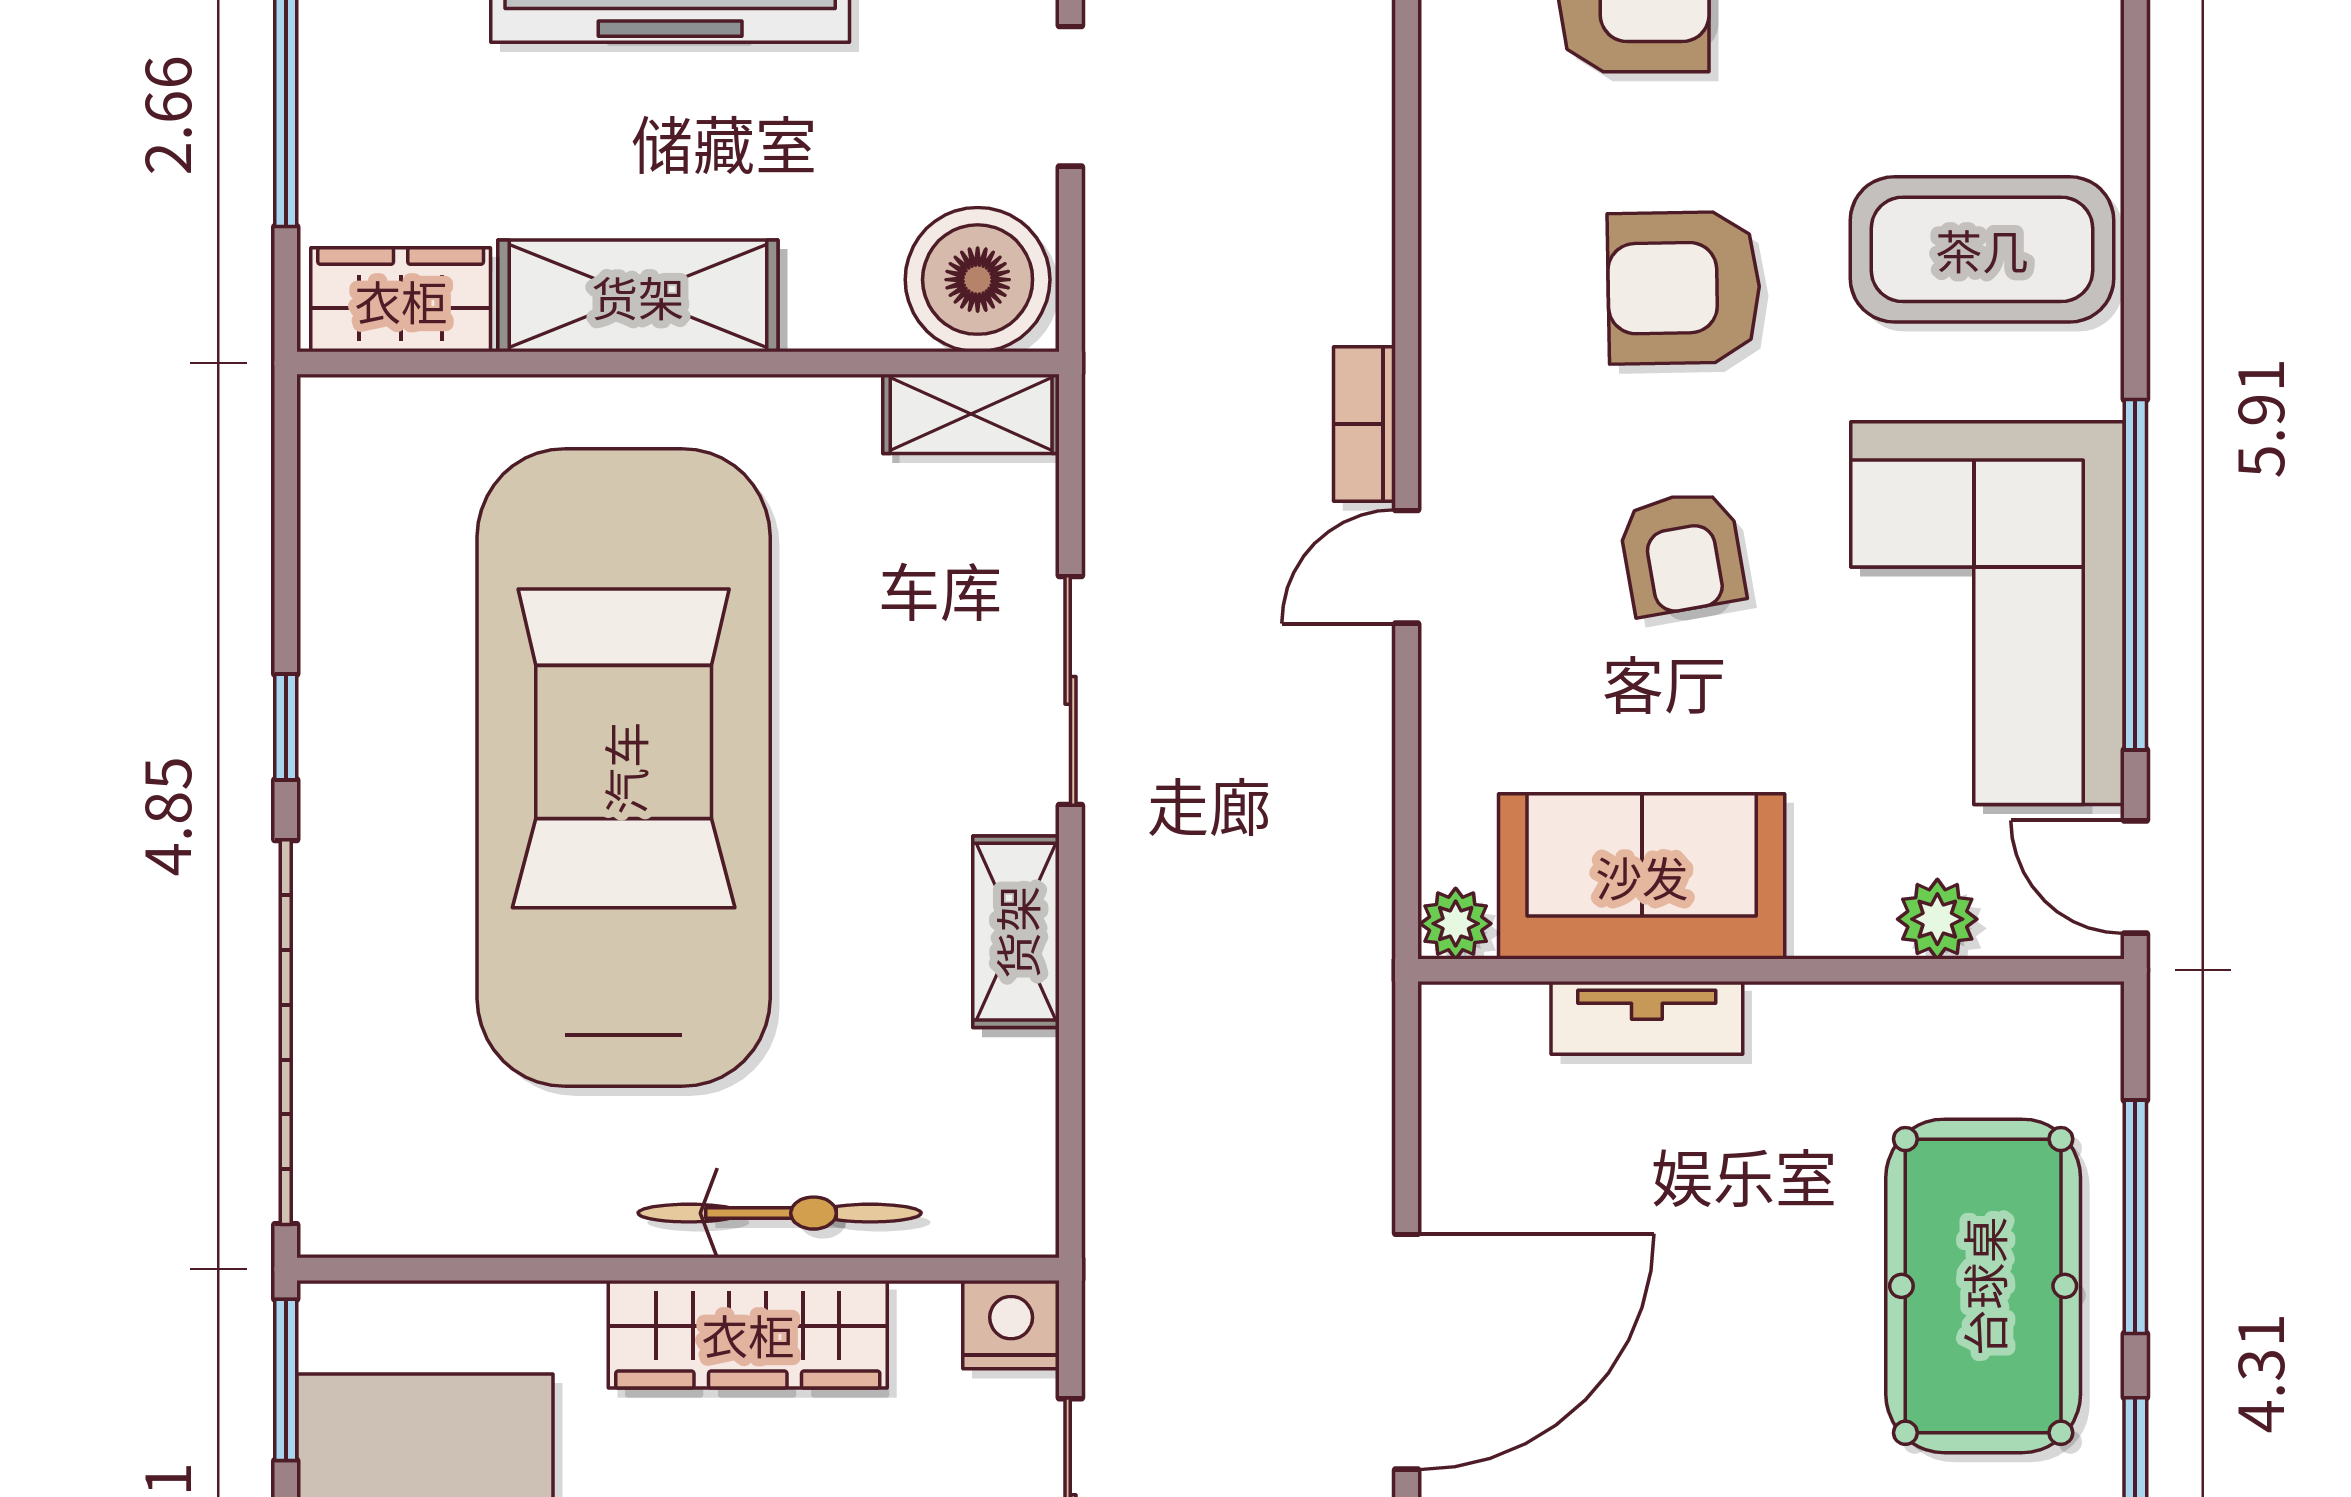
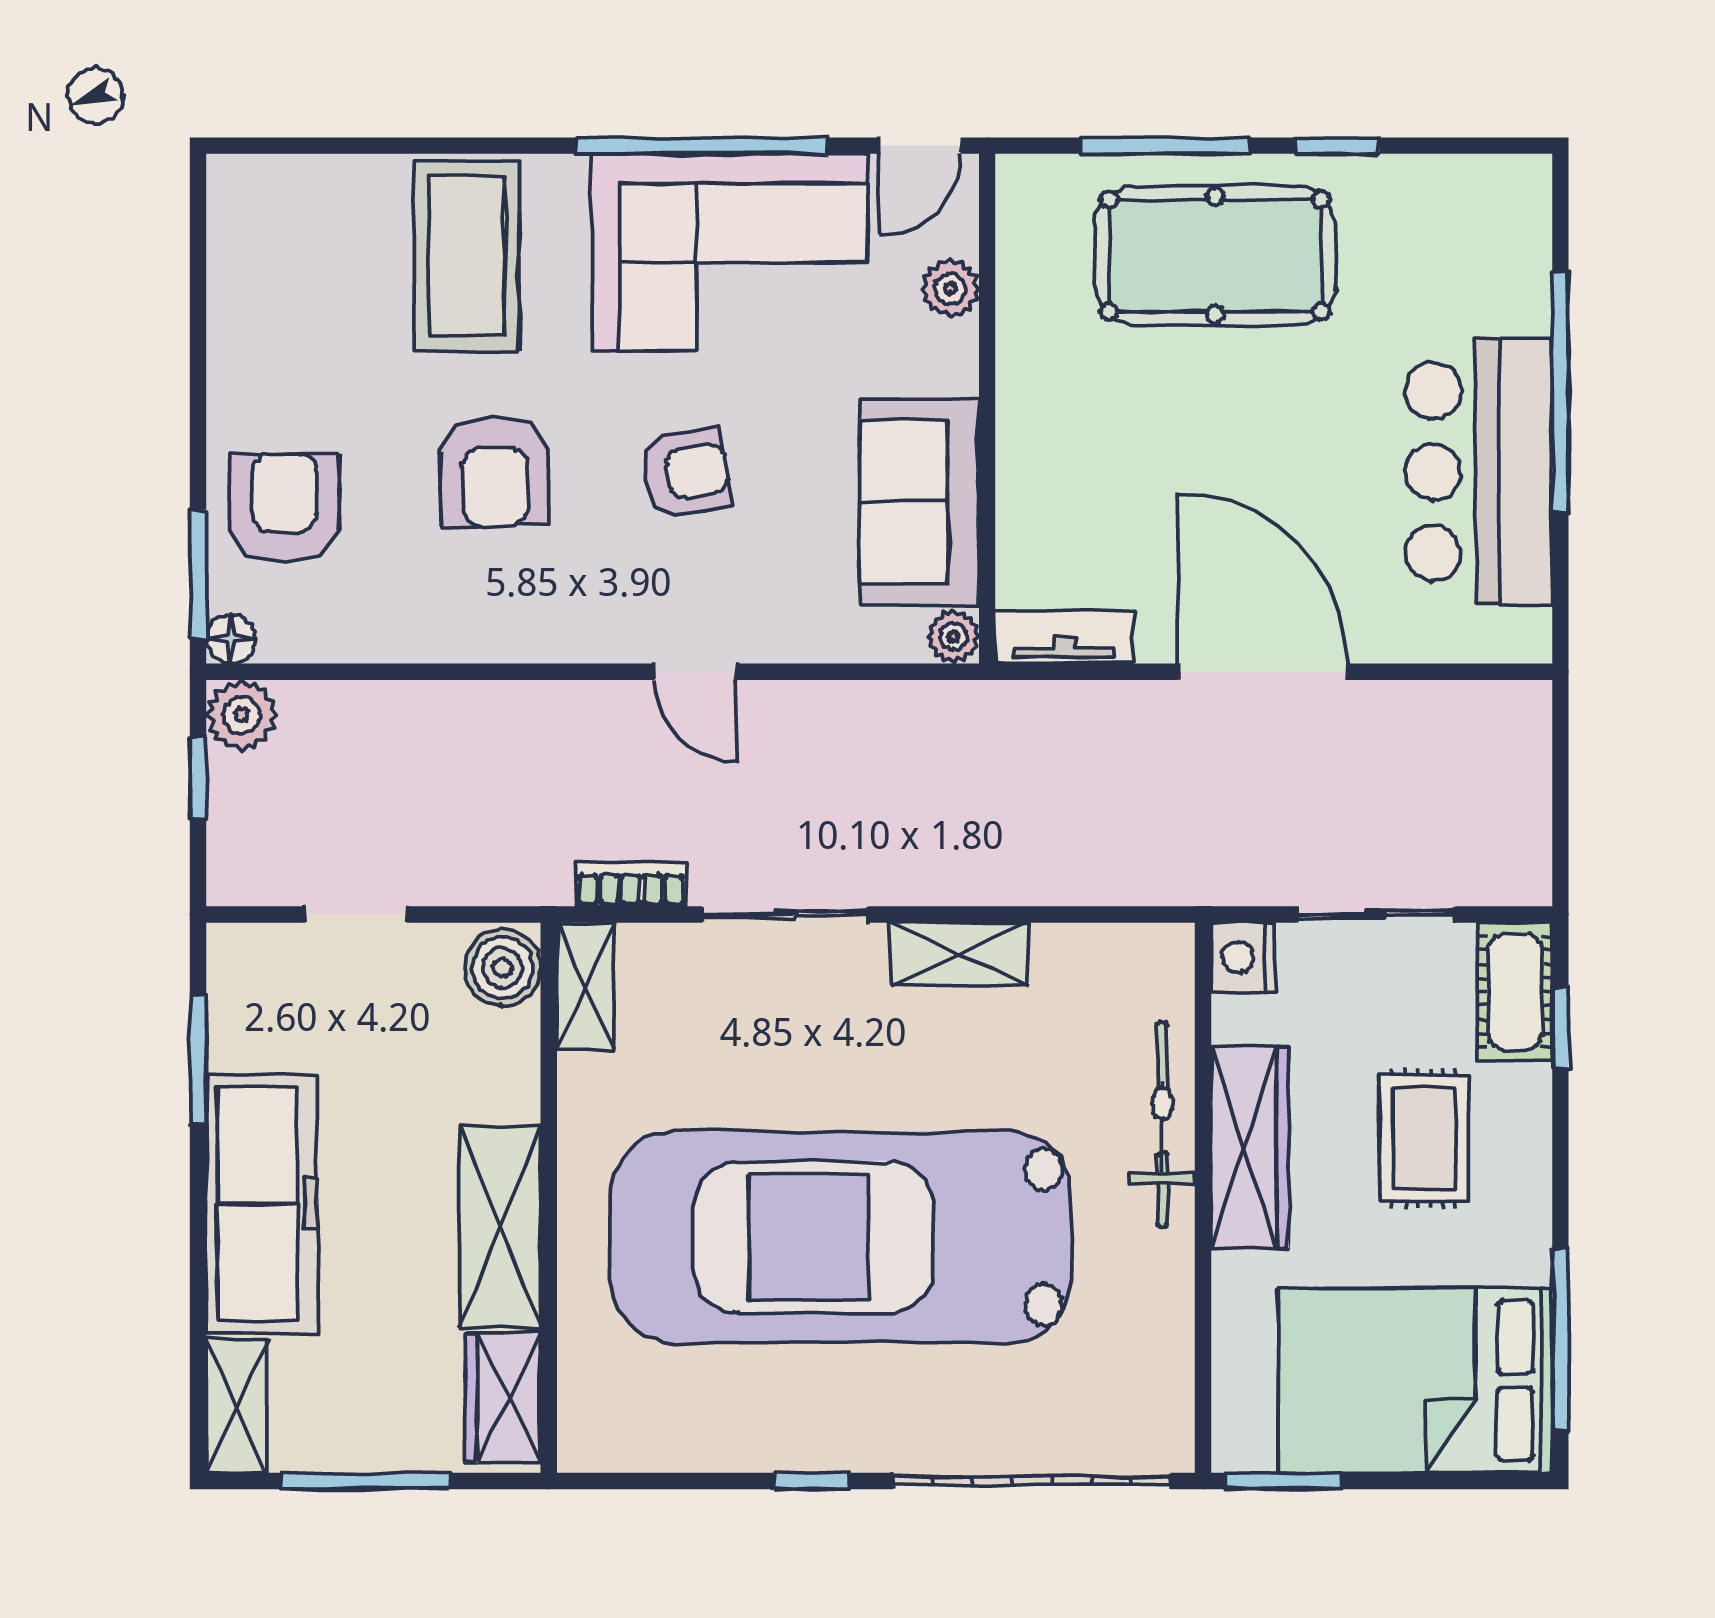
boiler: (978, 280) -> (503, 968), width x0.73, depth x0.73
bookcase: (1365, 424) -> (631, 884), moved, turned 180
tv unit: (1647, 1018) -> (1064, 637), moved, turned -90

